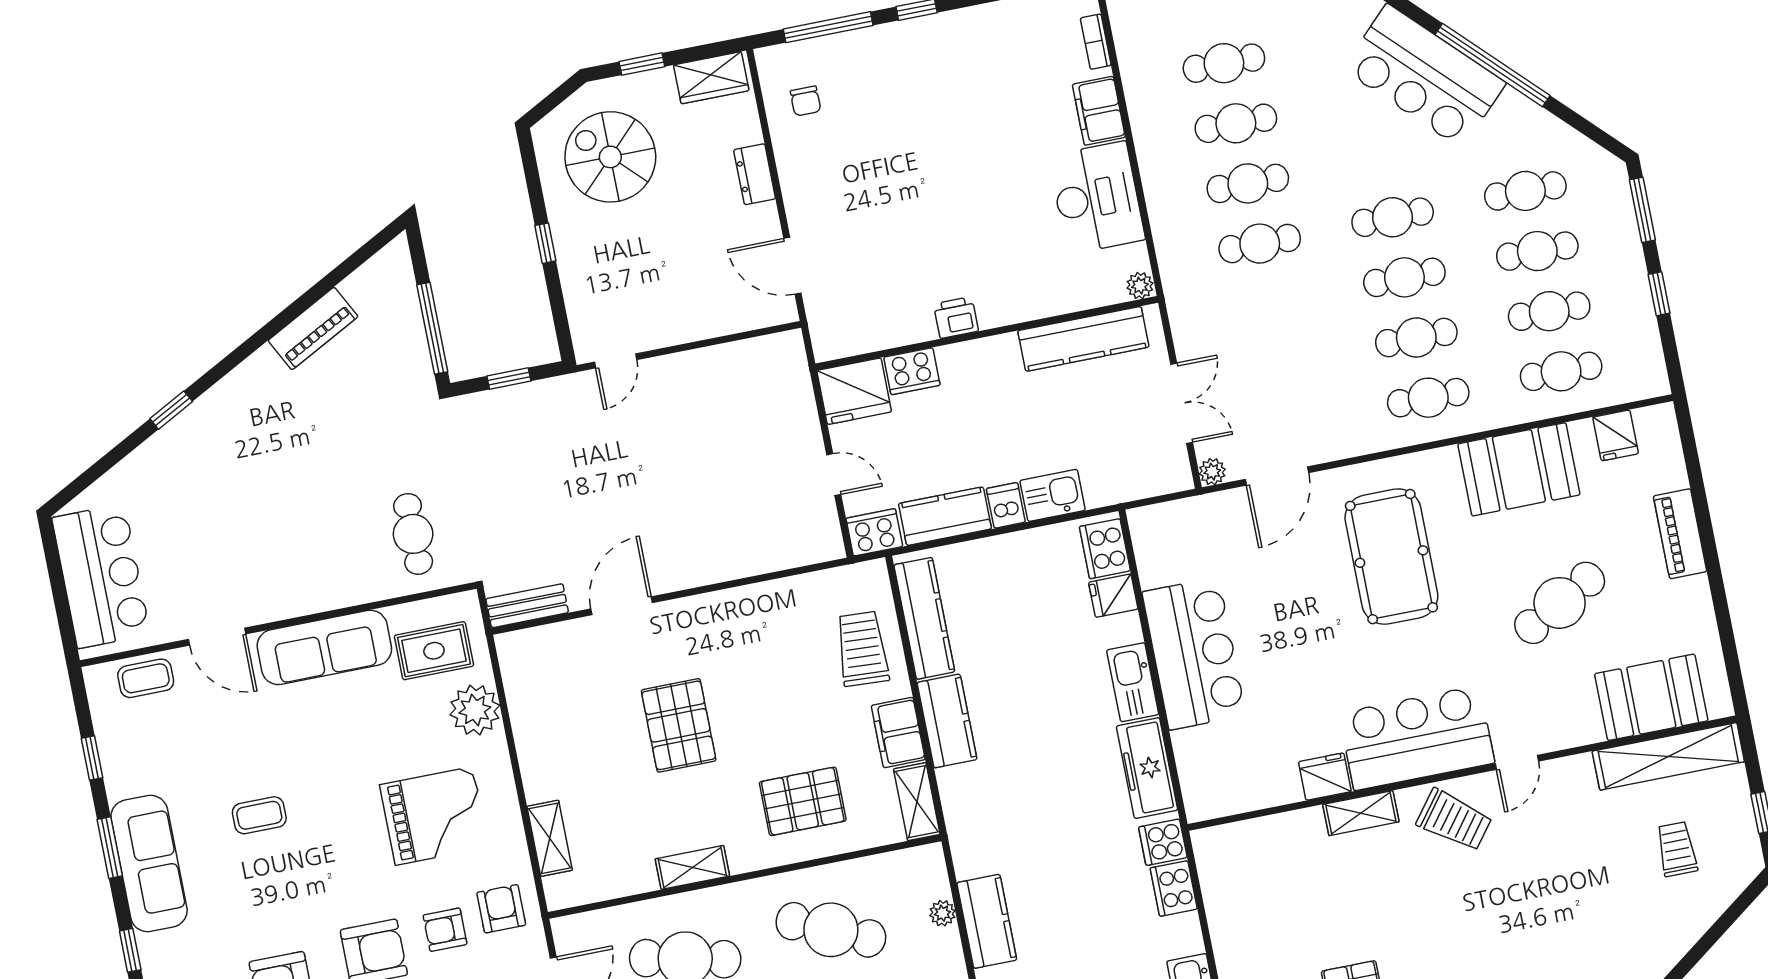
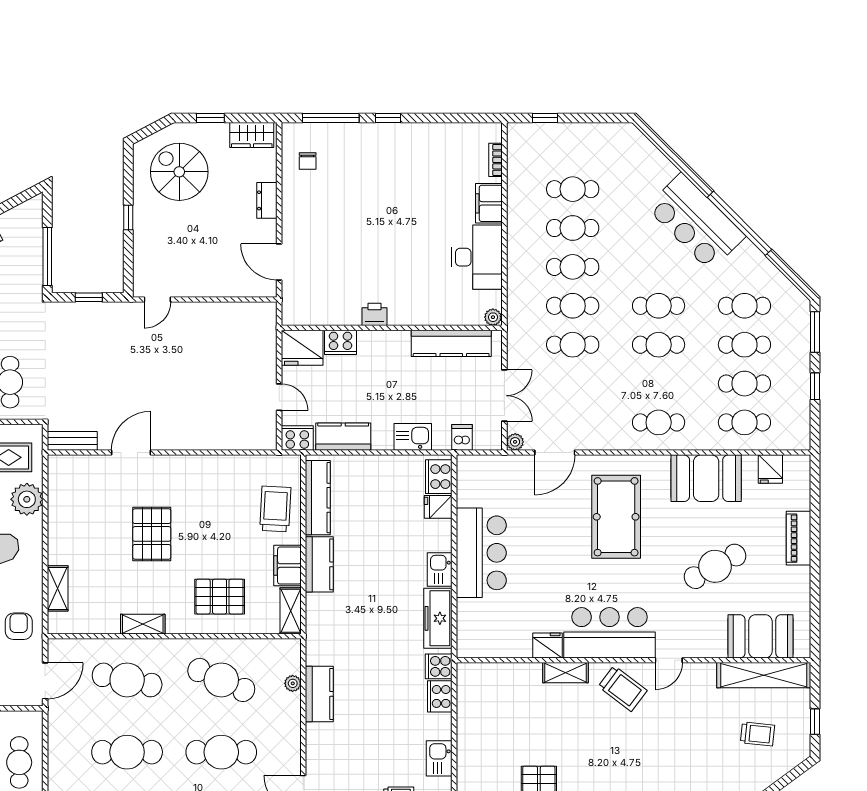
cafe table: (1416, 338) -> (573, 345), moved
dishwasher: (1006, 505) -> (462, 437), moved
kitchen sink: (1133, 682) -> (440, 569), width x0.73
trolley: (1677, 849) -> (758, 734), turned 96

